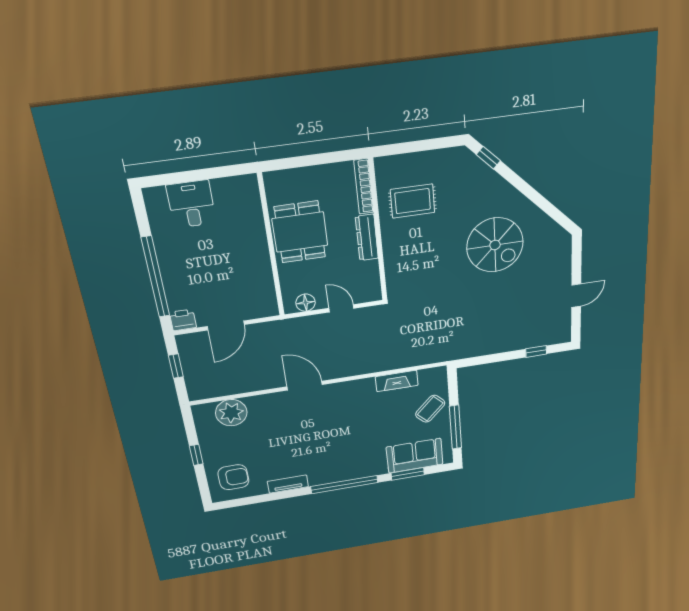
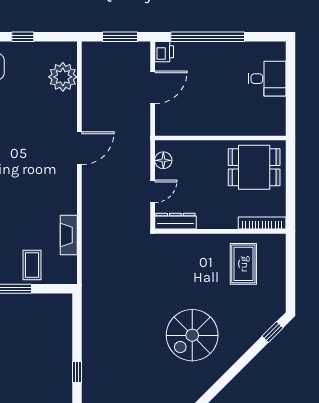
dining table: (300, 232) -> (254, 167), moved
dresser: (367, 237) -> (175, 221), moved
door: (226, 325) -> (153, 87), swing flipped
window: (176, 366) -> (120, 37), width x1.50
coffee table: (430, 409) -> (32, 265), turned 45

